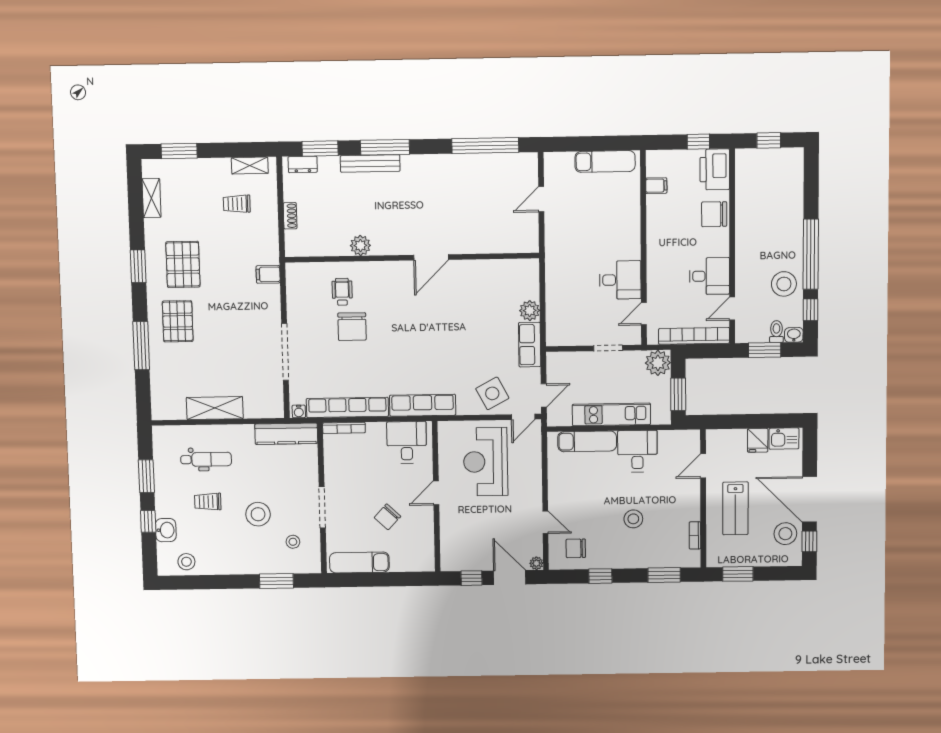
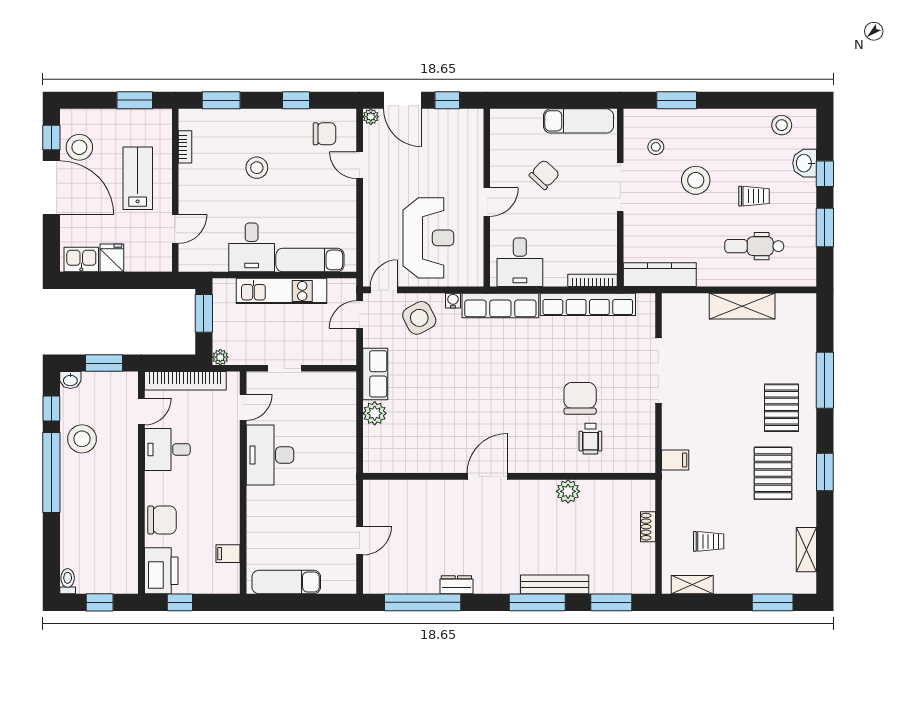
dresser: (303, 164) -> (456, 585), moved
desk: (620, 280) -> (270, 455), width x1.37
toilet: (776, 332) -> (68, 581), moved, turned 180
plant: (658, 363) -> (220, 357), width x0.53, depth x0.53
water cooler: (299, 411) -> (453, 301), moved

